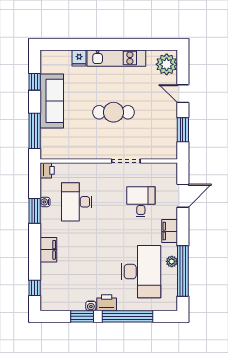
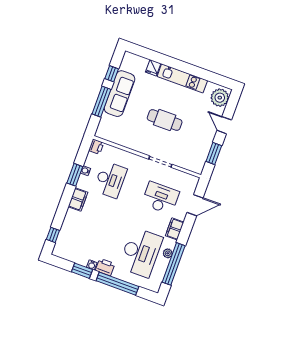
window: (35, 131) -> (101, 102), moved
desk: (77, 202) -> (110, 180), turned 180
desk: (141, 202) -> (160, 198), width x1.37
filing cabinet: (48, 250) -> (78, 200), moved

